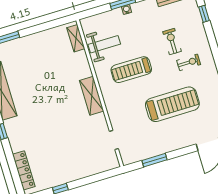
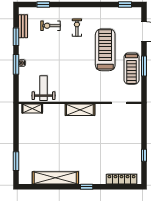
exercise bike: (172, 42) -> (51, 26), moved
treadmill: (131, 70) -> (131, 69), moved
window: (154, 160) -> (144, 66), moved

